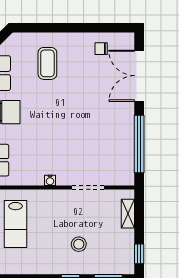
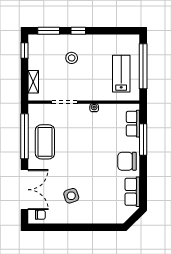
chair: (101, 49) -> (40, 215), moved
coffee table: (47, 63) -> (45, 142), moved, width x1.36, depth x1.32
side table: (79, 68) -> (71, 196), added

